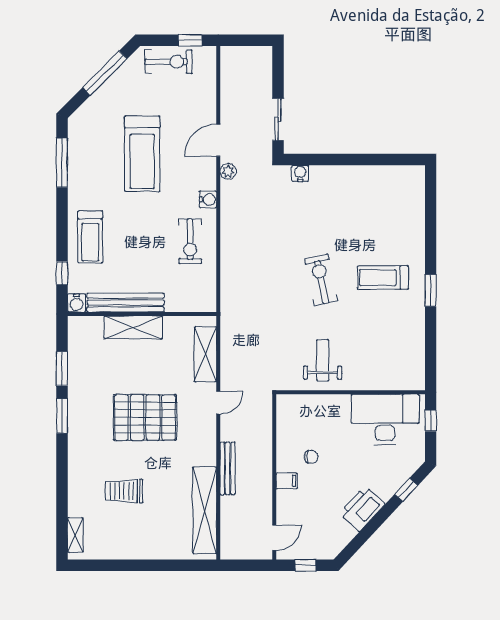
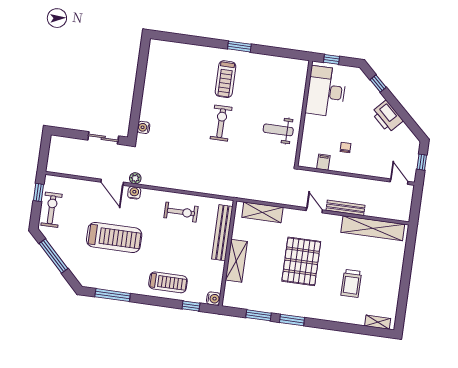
water cooler: (208, 199) -> (134, 193), moved
exercise bike: (321, 280) -> (221, 123), turned 102
bench: (126, 303) -> (222, 233), moved
door: (218, 403) -> (314, 210), moved
filing cabinet: (287, 481) -> (323, 162), moved

